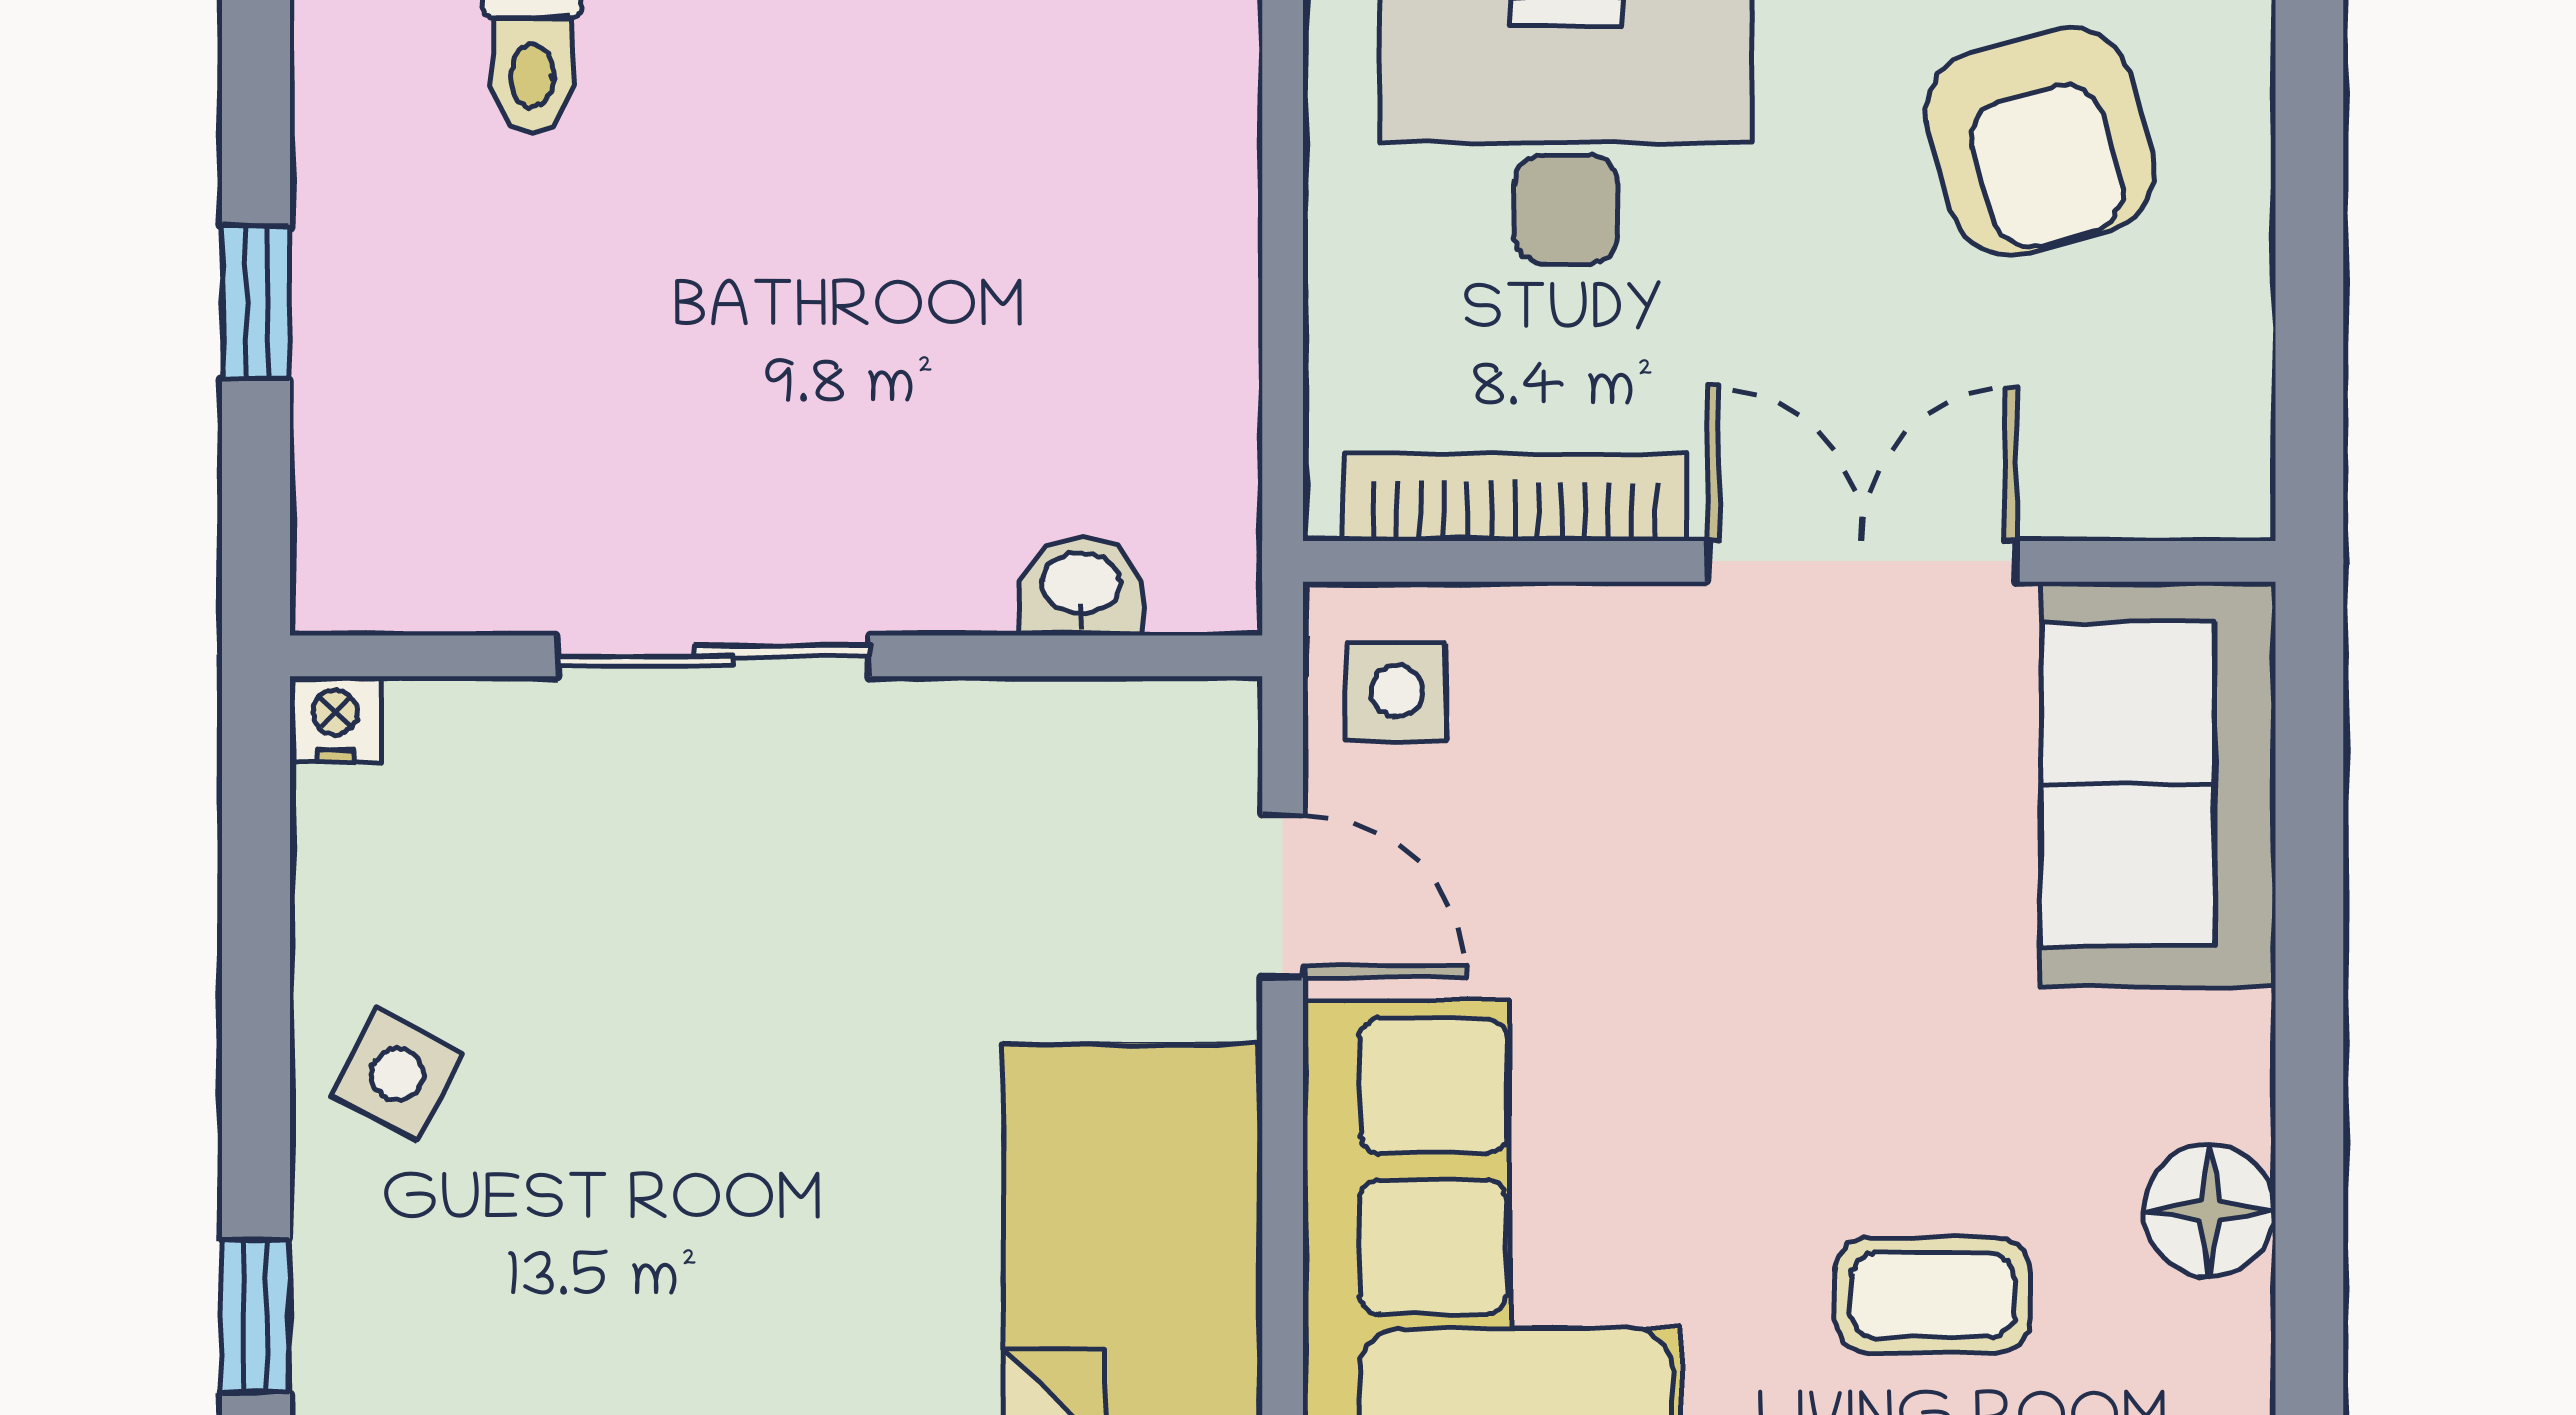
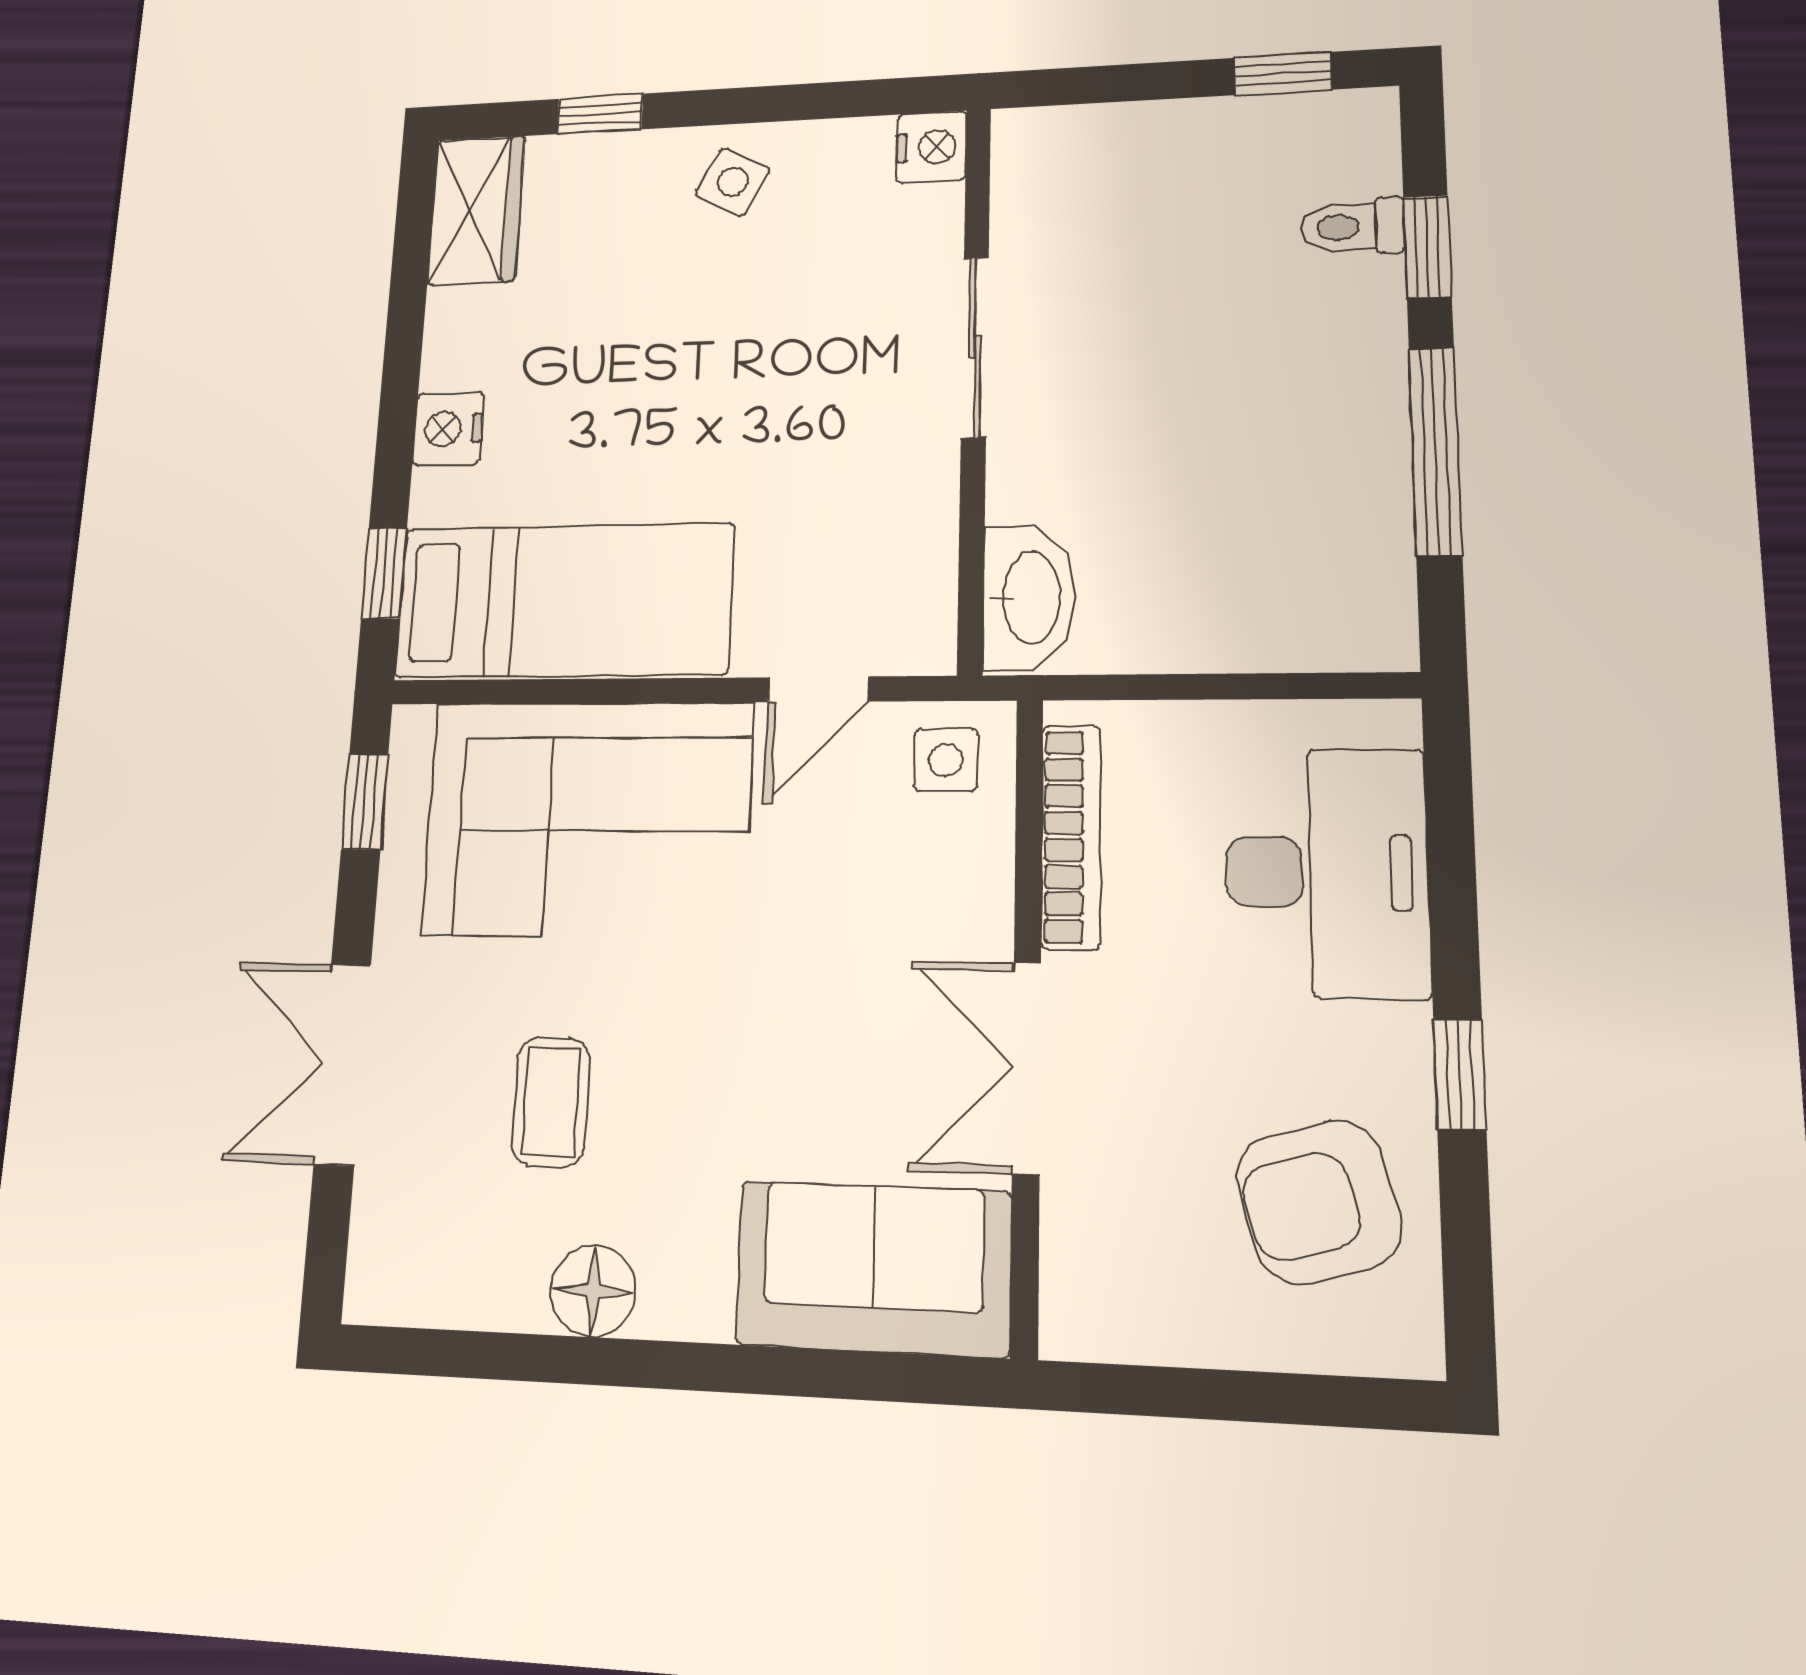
window: (256, 302) -> (1283, 74), moved
double door: (1862, 561) -> (1027, 1068), swing flipped
washbasin: (1081, 586) -> (1029, 597), width x1.91, depth x1.45
nightstand: (335, 719) -> (931, 147), width x1.39, depth x1.35

